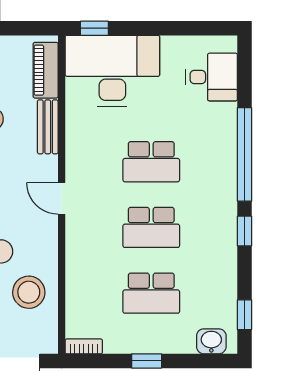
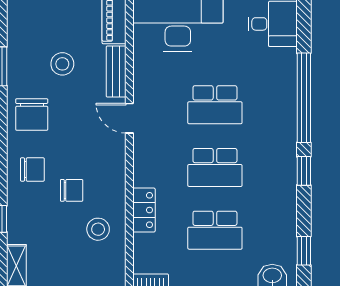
door: (62, 198) -> (129, 118), moved
locker: (77, 272) -> (144, 210), added
stool: (29, 292) -> (98, 229), width x0.73, depth x0.73

